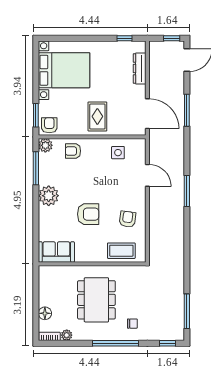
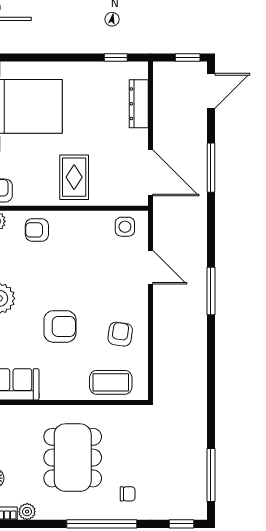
side table: (118, 153) -> (125, 227), moved

